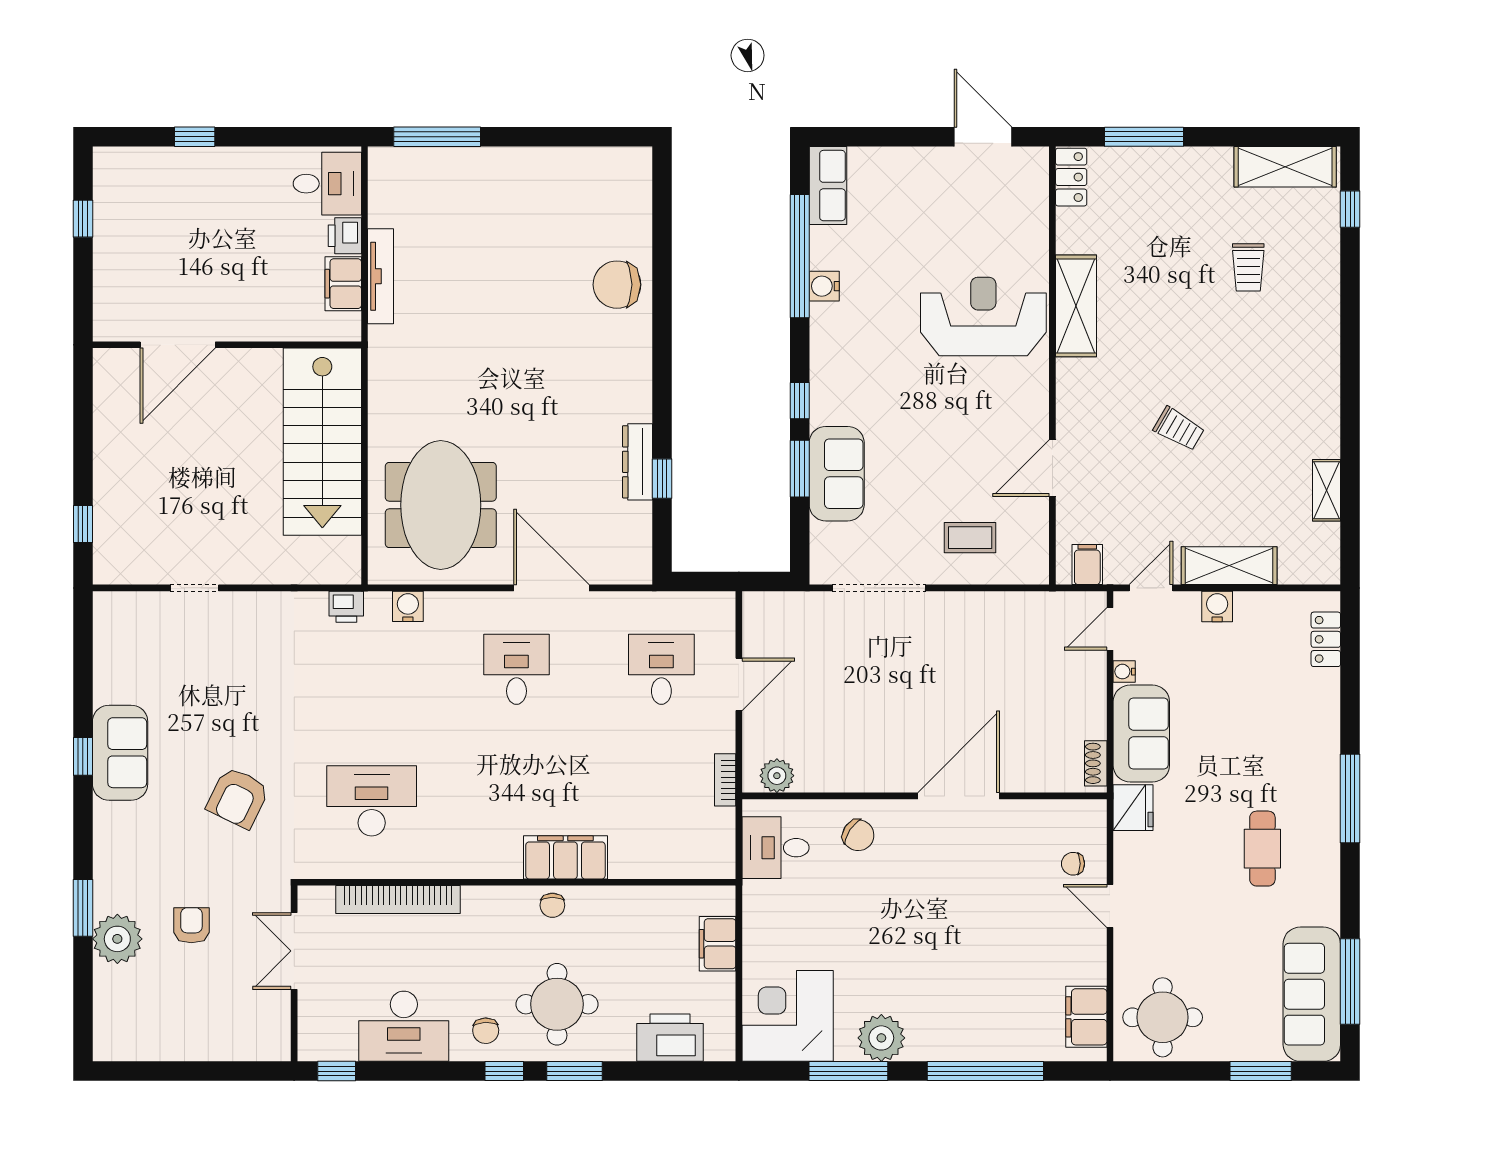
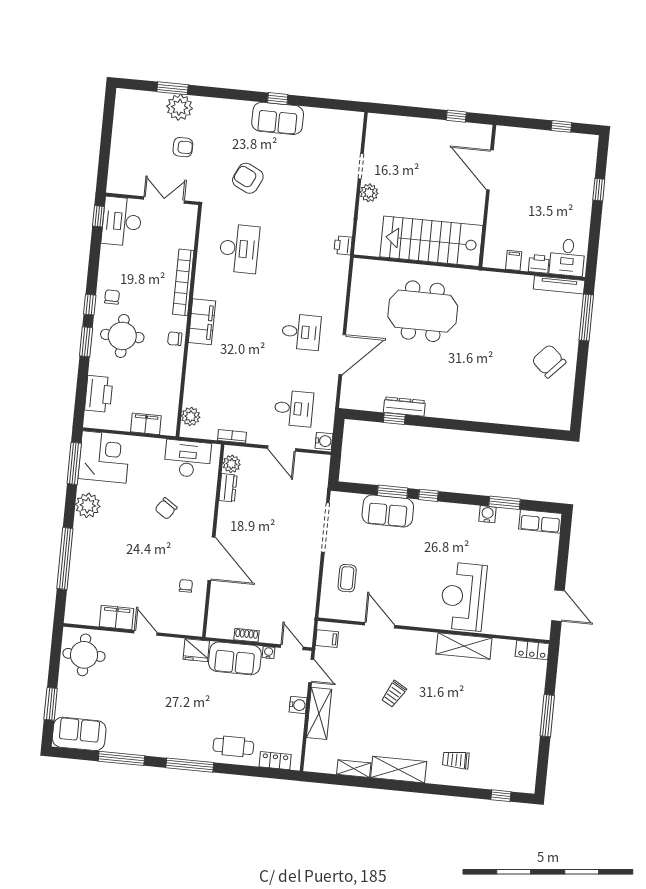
door: (983, 137) -> (558, 606), hinge flipped
window: (1144, 137) -> (547, 716), moved
shelving: (1285, 167) -> (399, 770), moved, turned 90
window: (800, 256) -> (505, 503), width x0.47
trolley: (1248, 267) -> (456, 760), moved
tv unit: (381, 276) -> (559, 285), moved
filing cabinet: (343, 284) -> (514, 260), width x0.50
chair: (617, 285) -> (549, 361), moved, turned -47
reception desk: (983, 316) -> (463, 597), turned 180
meeting table: (441, 505) -> (423, 311), moved
window: (83, 524) -> (456, 116), moved
plant: (243, 567) -> (369, 193), added
water cooler: (408, 606) -> (324, 441), moved
shoe rack: (1096, 763) -> (247, 635), moved
dresser: (822, 778) -> (228, 488), added
chair: (858, 835) -> (166, 508), moved
desk: (776, 848) -> (188, 459), width x1.37
cafe table: (1262, 849) -> (233, 746), moved
filing cabinet: (565, 857) -> (202, 322), moved
plant: (695, 861) -> (191, 416), added
chair: (1073, 864) -> (186, 586), moved
bookcase: (398, 900) -> (183, 282), moved
door: (1110, 906) -> (146, 633), hinge flipped
window: (83, 908) -> (173, 88), moved
window: (1350, 982) -> (121, 758), moved
sofa: (1312, 994) -> (79, 734), width x0.73
filing cabinet: (1086, 1017) -> (117, 617), moved
desk: (404, 1026) -> (122, 221), moved
chair: (486, 1031) -> (112, 297), turned 92
window: (848, 1071) -> (74, 463), moved

